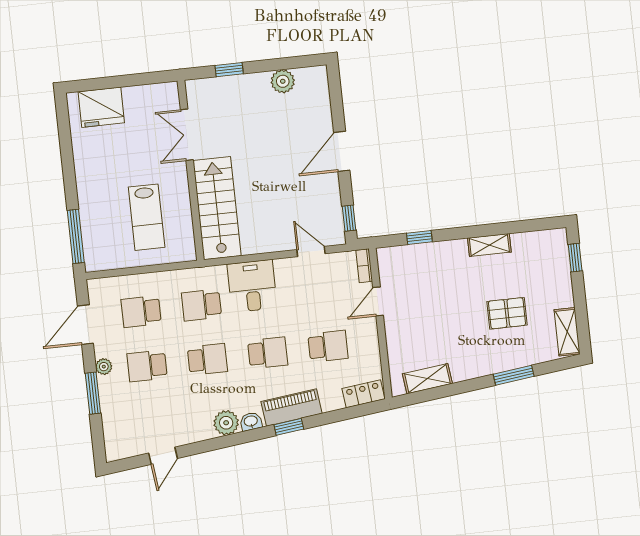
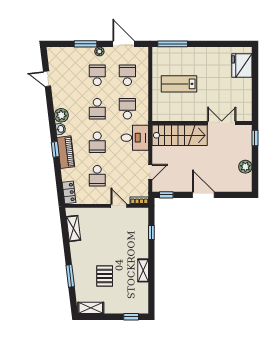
double door: (187, 135) -> (222, 123), moved
wall: (191, 170) -> (202, 123), moved
stairs: (217, 208) -> (180, 135), moved

